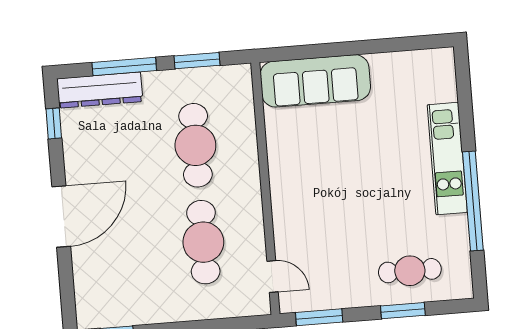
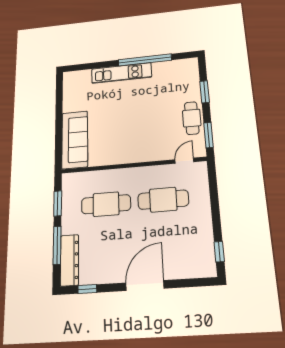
door: (61, 217) -> (145, 286), hinge flipped
cafe table: (410, 271) -> (192, 118), moved

